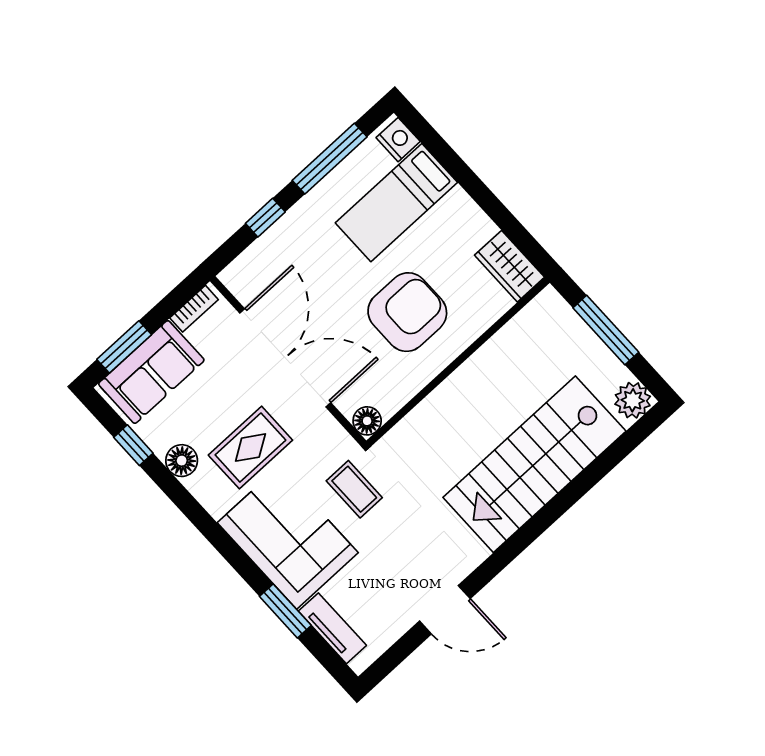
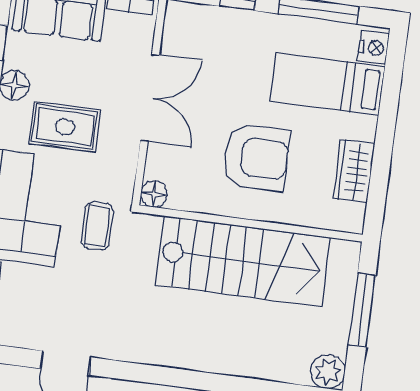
wardrobe: (510, 266) -> (354, 171), moved
double door: (285, 358) -> (150, 98), width x0.73
stairs: (534, 464) -> (243, 261), moved, turned 180

